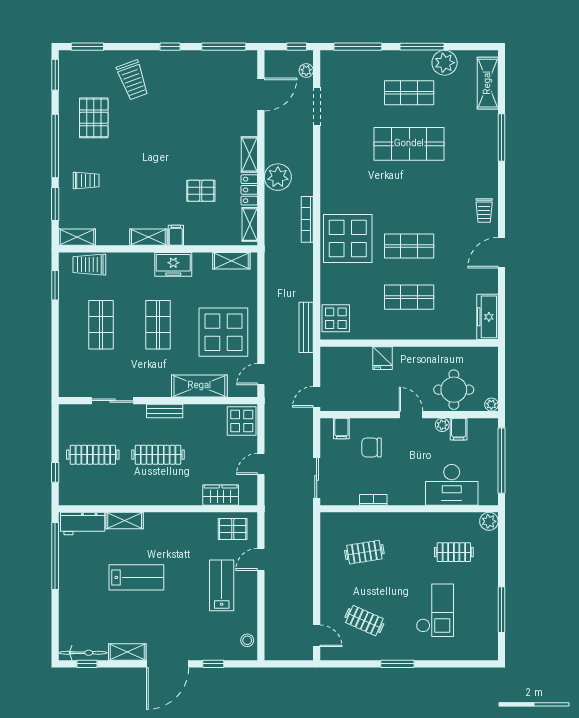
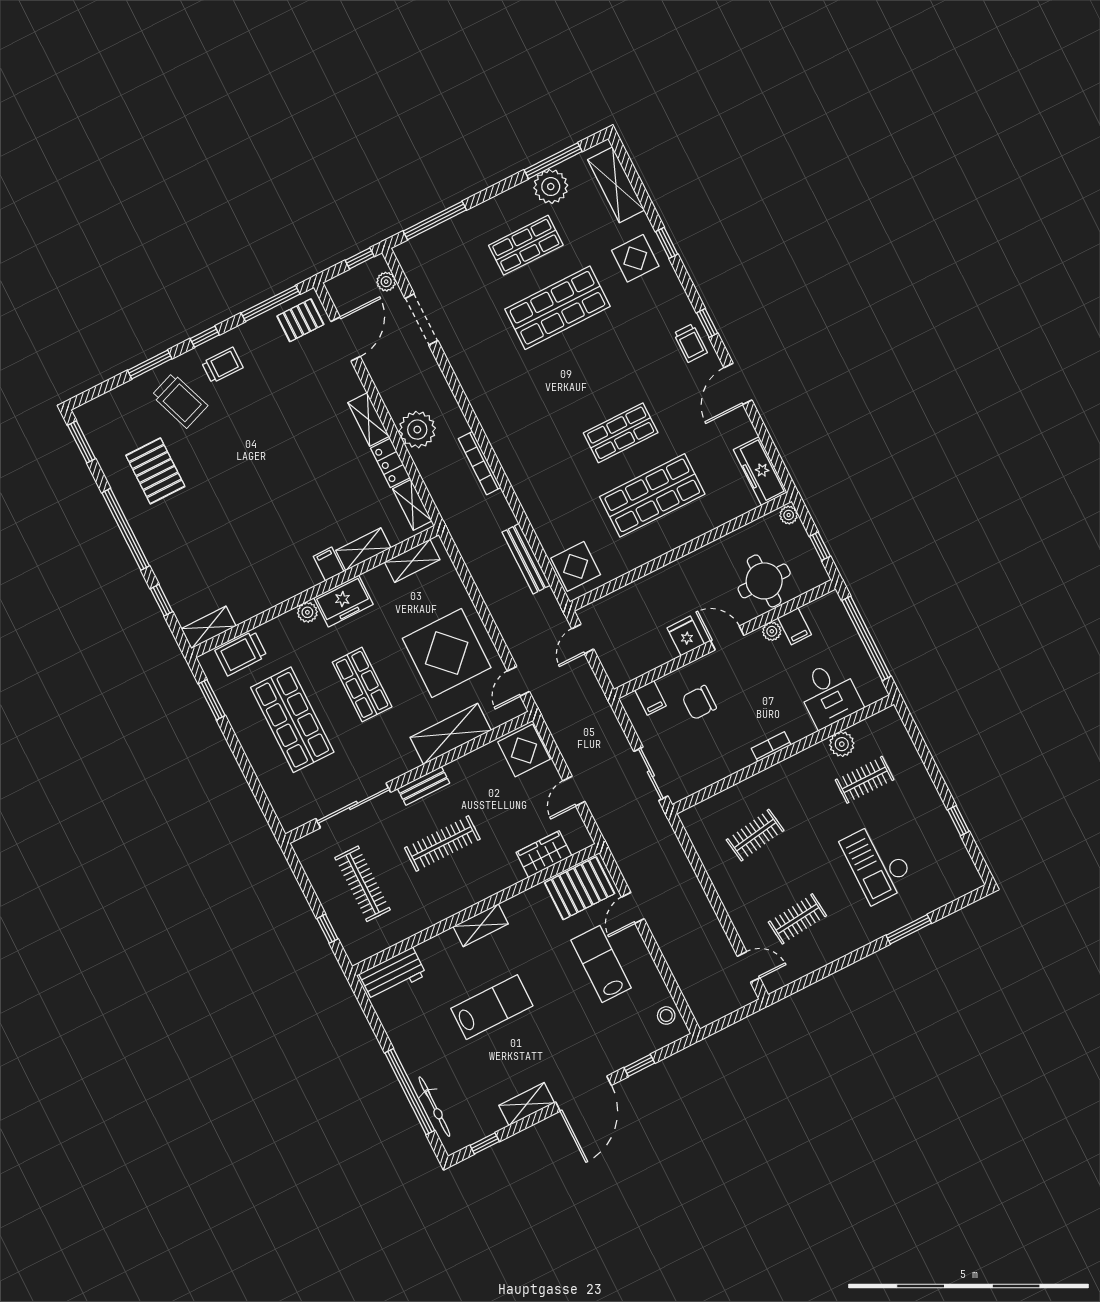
window: (87, 47) -> (150, 365), moved
window: (422, 47) -> (553, 161), moved
window: (502, 138) -> (667, 243), width x0.46
trolley: (86, 181) -> (222, 365), moved
pallet: (201, 191) -> (300, 320), moved
window: (502, 203) -> (707, 323), added
window: (55, 204) -> (161, 600), width x0.67
shelving: (148, 237) -> (363, 549), moved
display table: (348, 239) -> (635, 258), moved, width x0.54, depth x0.54
plant: (146, 260) -> (307, 612), added
shop shelf: (409, 297) -> (652, 495), width x1.43, depth x1.36
shop shelf: (101, 325) -> (292, 720), width x1.43, depth x1.36
bench: (306, 327) -> (526, 559), moved
fridge: (382, 358) -> (686, 636), moved, turned 180
window: (502, 385) -> (820, 546), added
door: (317, 397) -> (583, 639), moved
sliding door: (113, 401) -> (353, 805), width x1.37
plant: (491, 405) -> (789, 515), moved
clothes rail: (93, 455) -> (363, 884), turned 90
desk: (452, 485) -> (829, 694), width x0.73
bookcase: (373, 500) -> (771, 747), moved
shelving: (125, 521) -> (481, 925), moved
plant: (489, 521) -> (842, 744), moved
pallet: (233, 529) -> (580, 888), width x1.50, depth x1.42
window: (55, 556) -> (410, 1092), moved
checkout: (435, 610) -> (877, 863), turned 180
window: (502, 610) -> (958, 821), width x0.46
clothes rail: (364, 621) -> (797, 919), turned -30
bicycle: (83, 653) -> (434, 1107), moved, turned 90
window: (397, 664) -> (909, 929), moved

